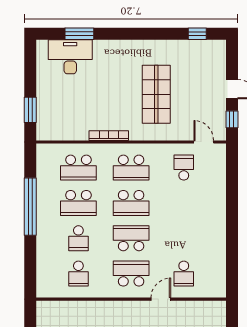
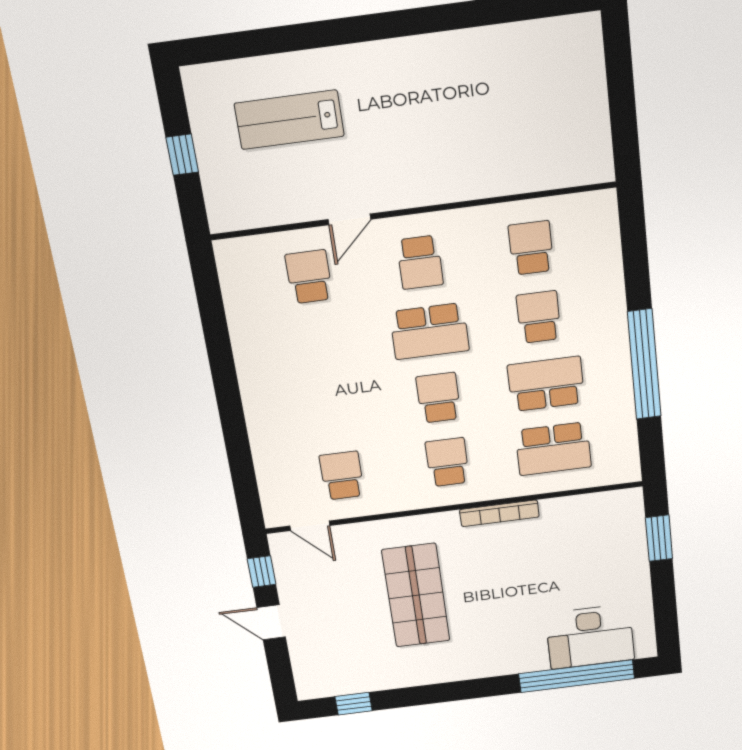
window: (79, 34) -> (577, 676), width x2.11
school desk: (78, 168) -> (553, 449), turned 180
school desk: (131, 168) -> (447, 462), width x0.54
school desk: (184, 168) -> (342, 476), turned 180
school desk: (131, 203) -> (439, 398), width x0.54
school desk: (131, 274) -> (420, 262), width x0.54

